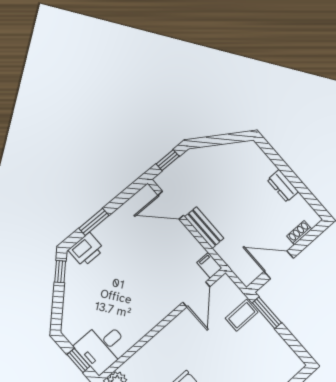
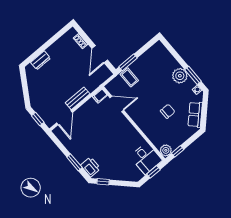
dresser: (283, 186) -> (40, 60), moved

